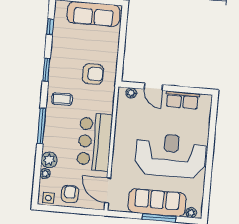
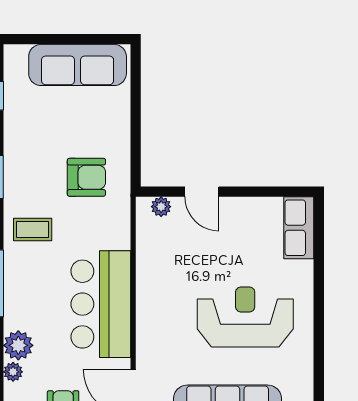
row of seats: (182, 100) -> (299, 228), moved, turned 90
reception desk: (171, 155) -> (245, 317), width x0.74, depth x0.77

